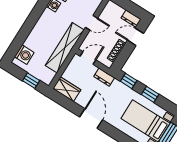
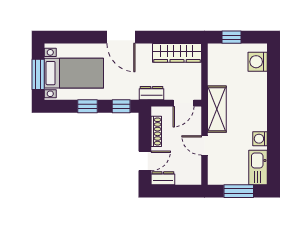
door: (91, 23) -> (204, 145), hinge flipped
shelving: (65, 48) -> (217, 109), width x0.68
wardrobe: (67, 89) -> (177, 53), width x1.50
door: (91, 118) -> (121, 37), moved

